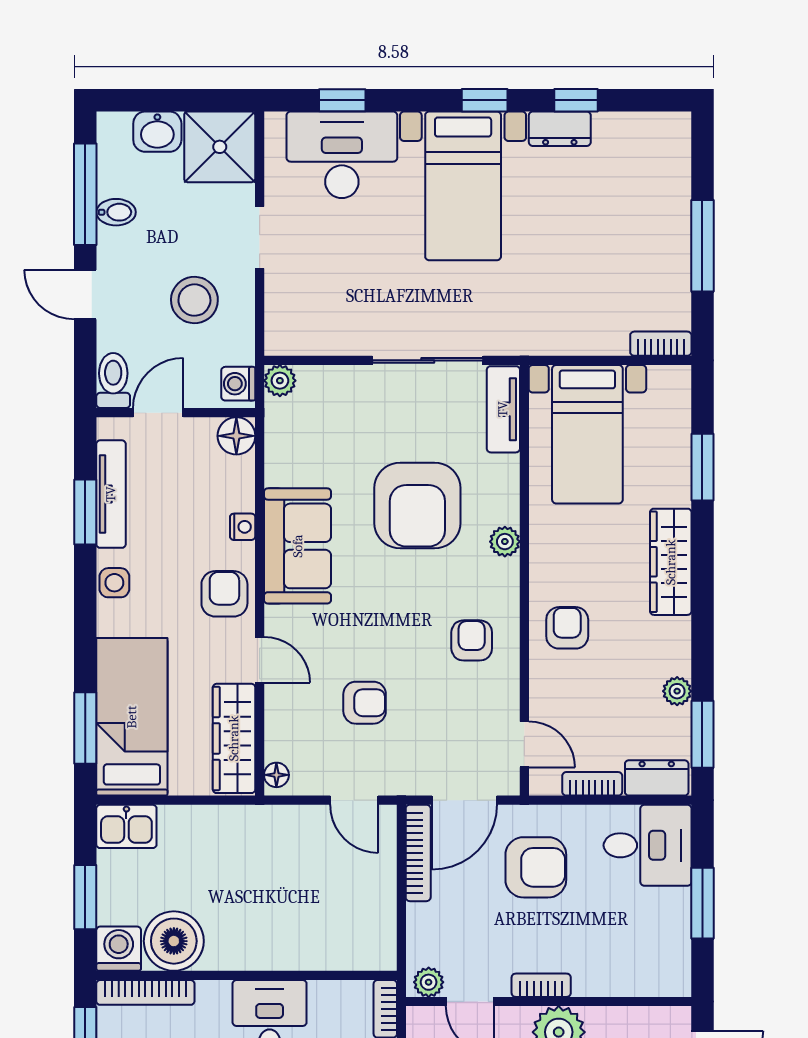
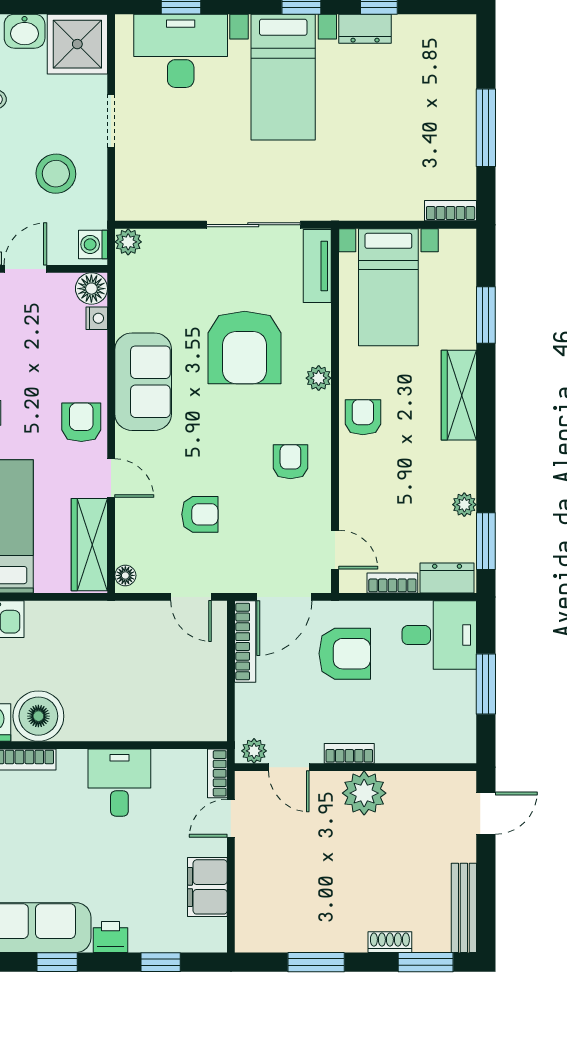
nightstand: (243, 527) -> (97, 318), moved
armchair: (567, 628) -> (363, 417), moved

